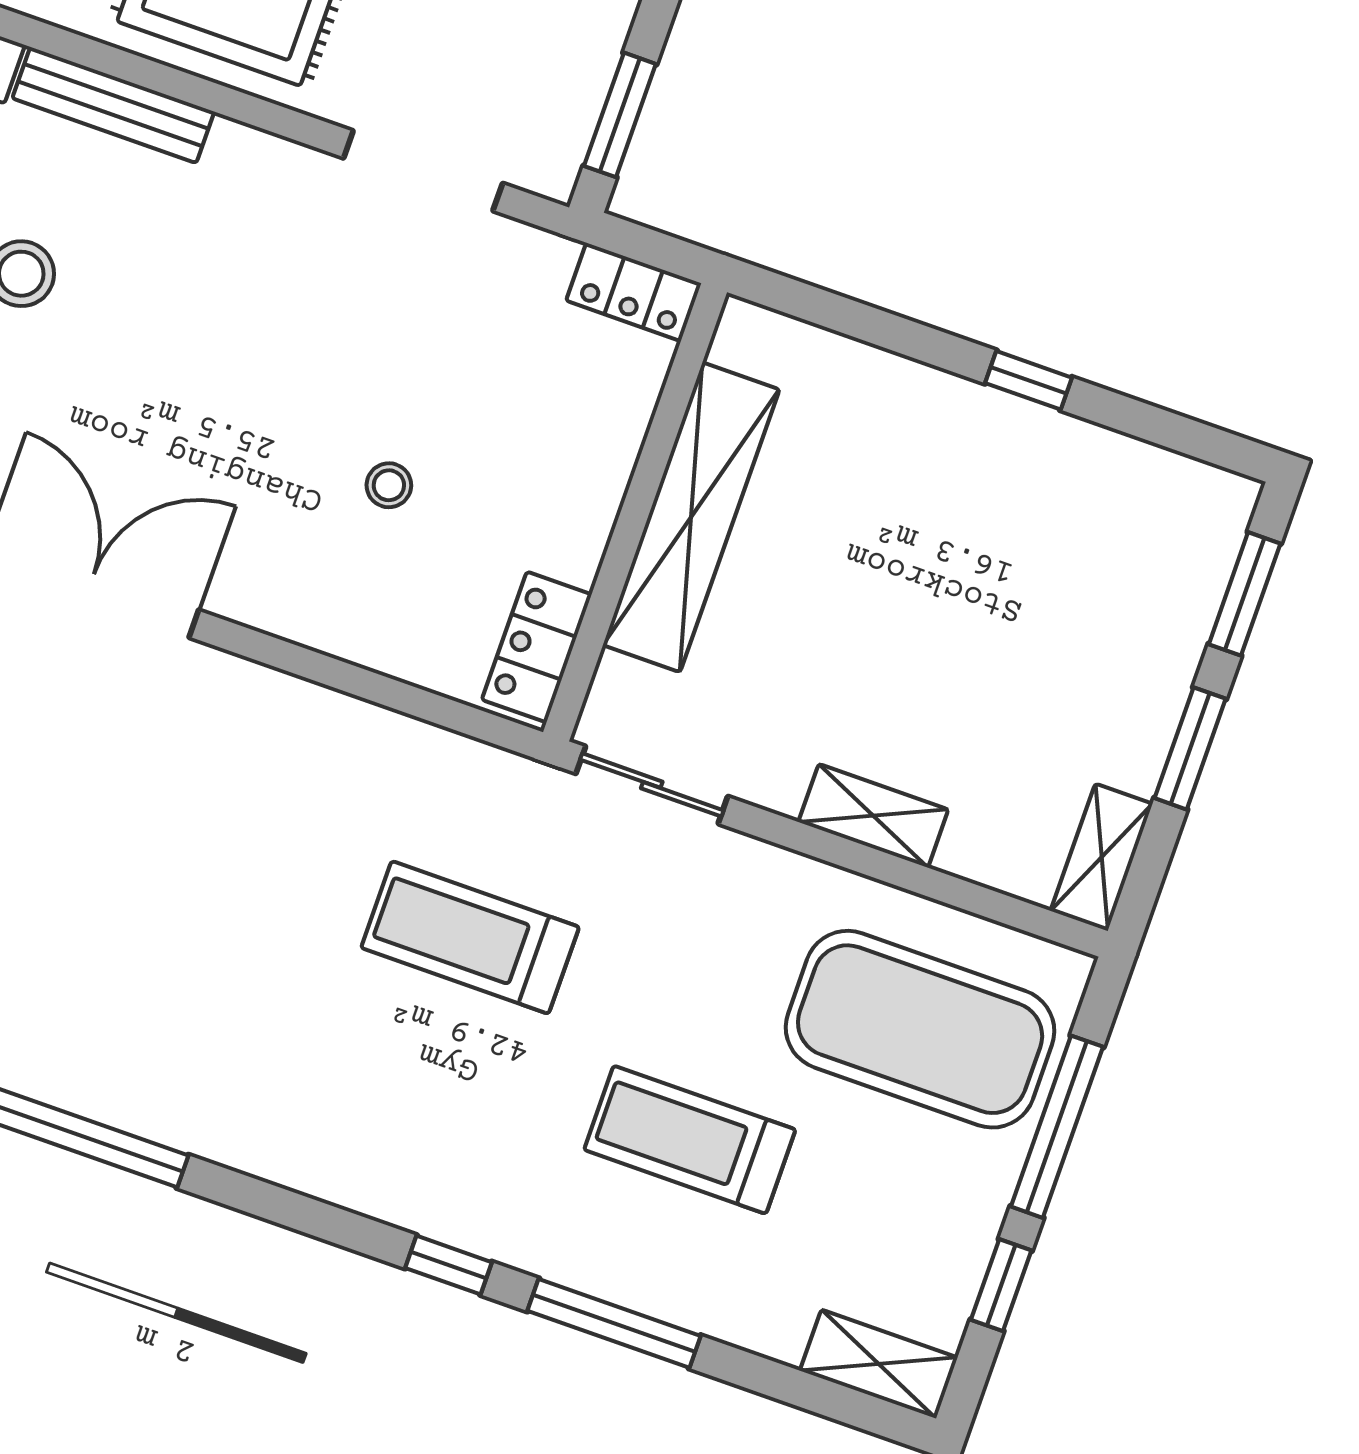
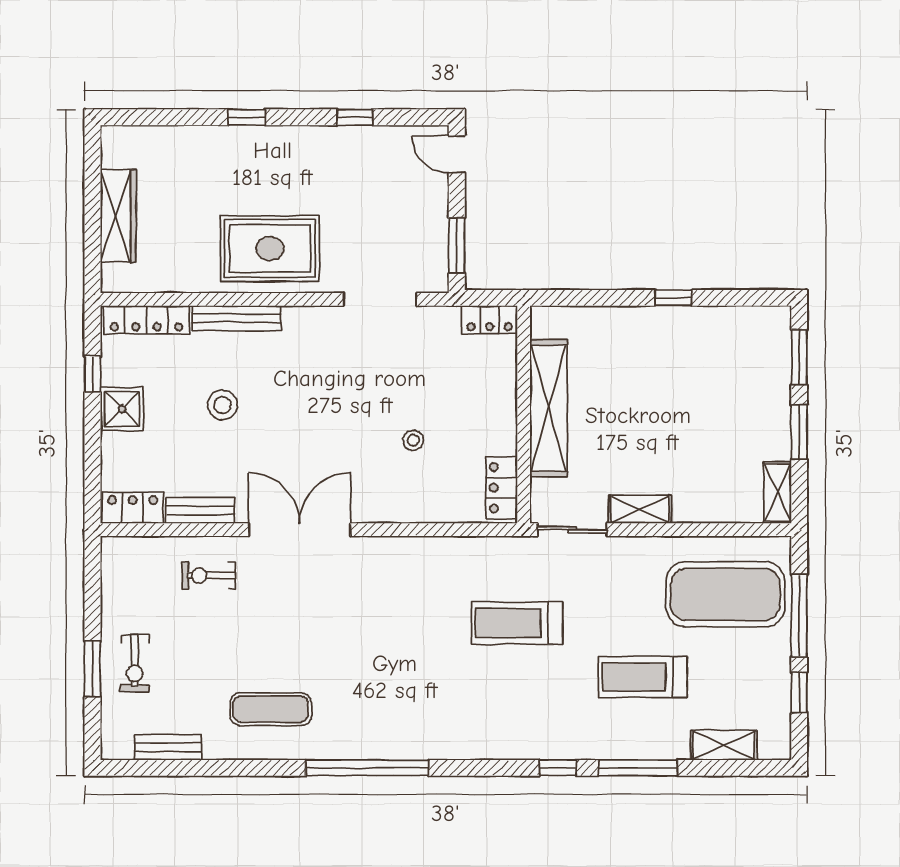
shelving: (873, 816) -> (640, 509), moved
shelving: (879, 1364) -> (724, 745), moved

